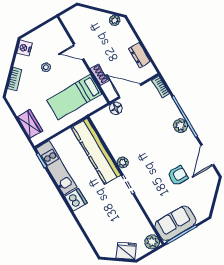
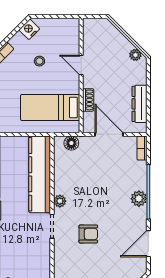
dresser: (139, 55) -> (140, 104), width x1.44
floor lamp: (116, 108) -> (71, 143), moved
armchair: (178, 176) -> (88, 234), moved

